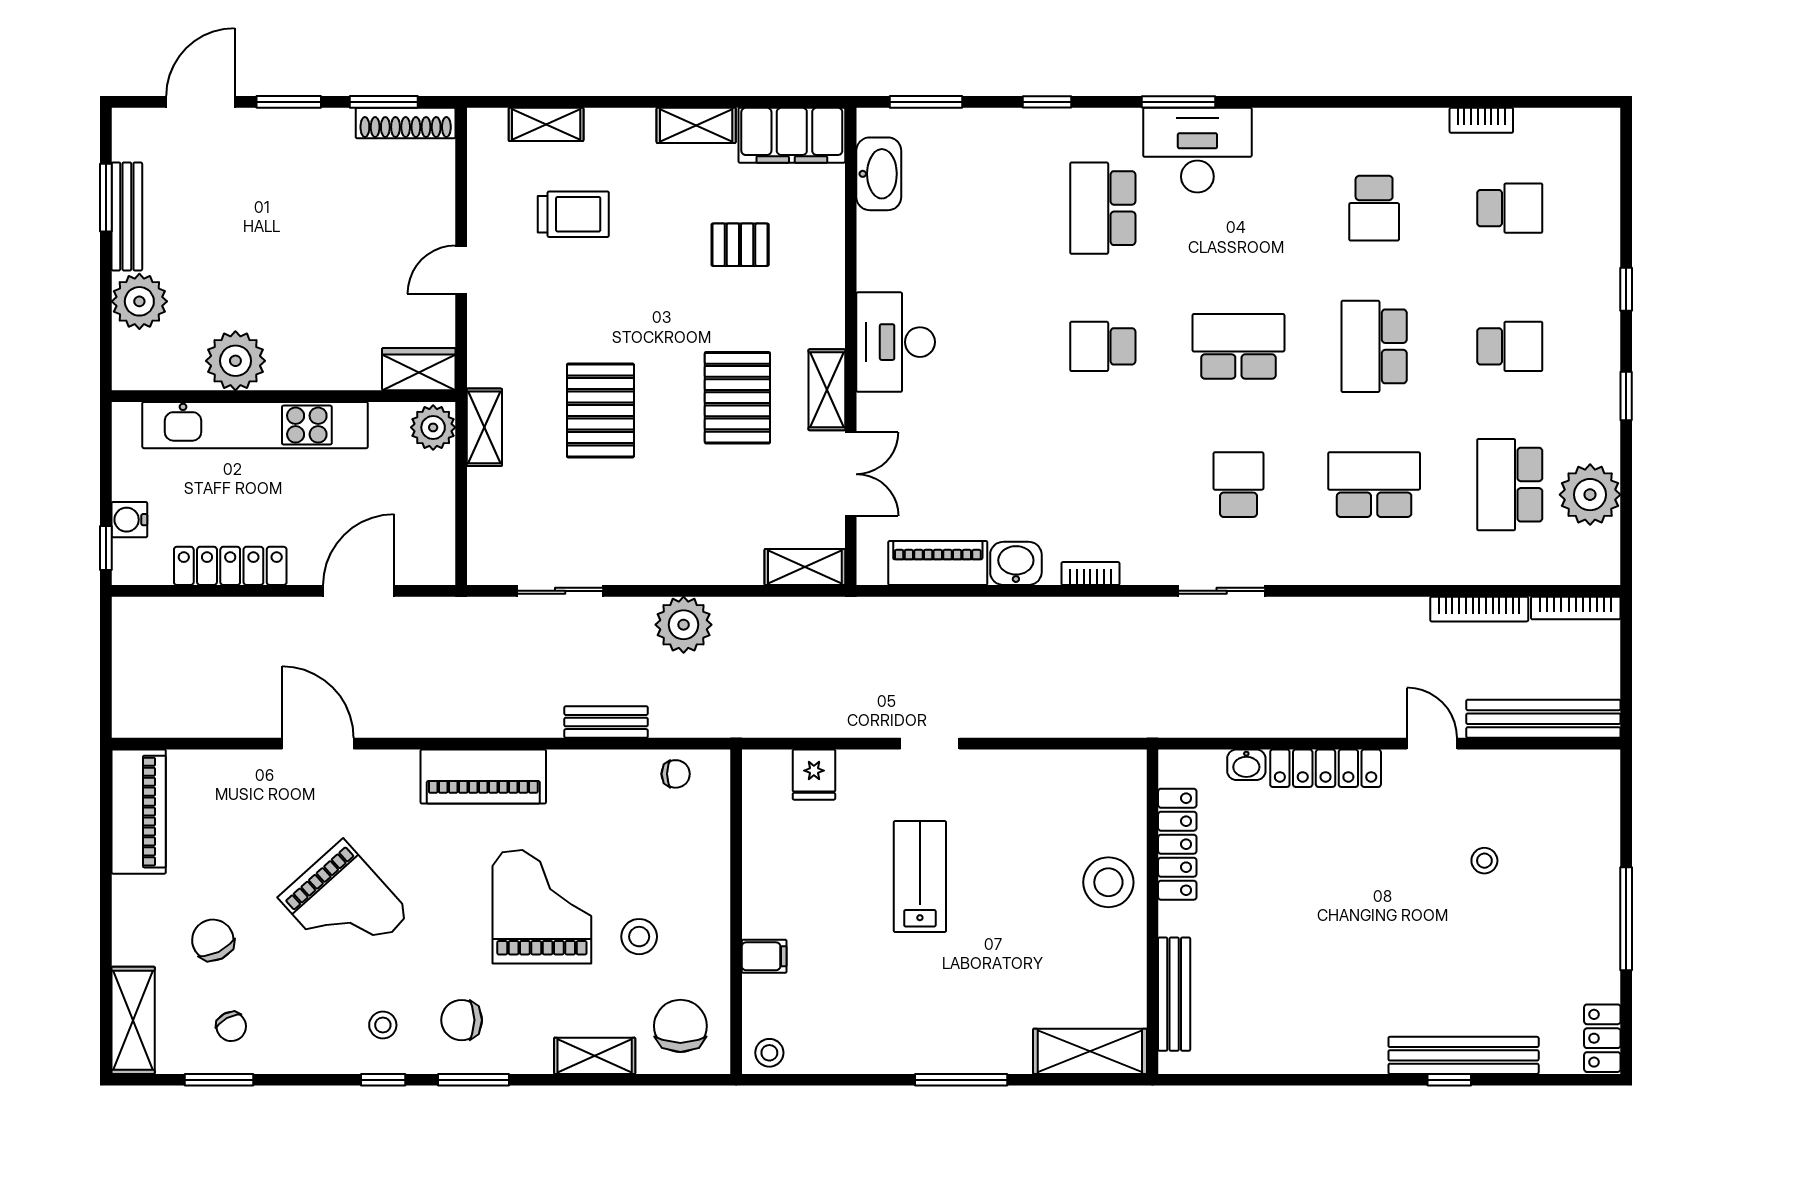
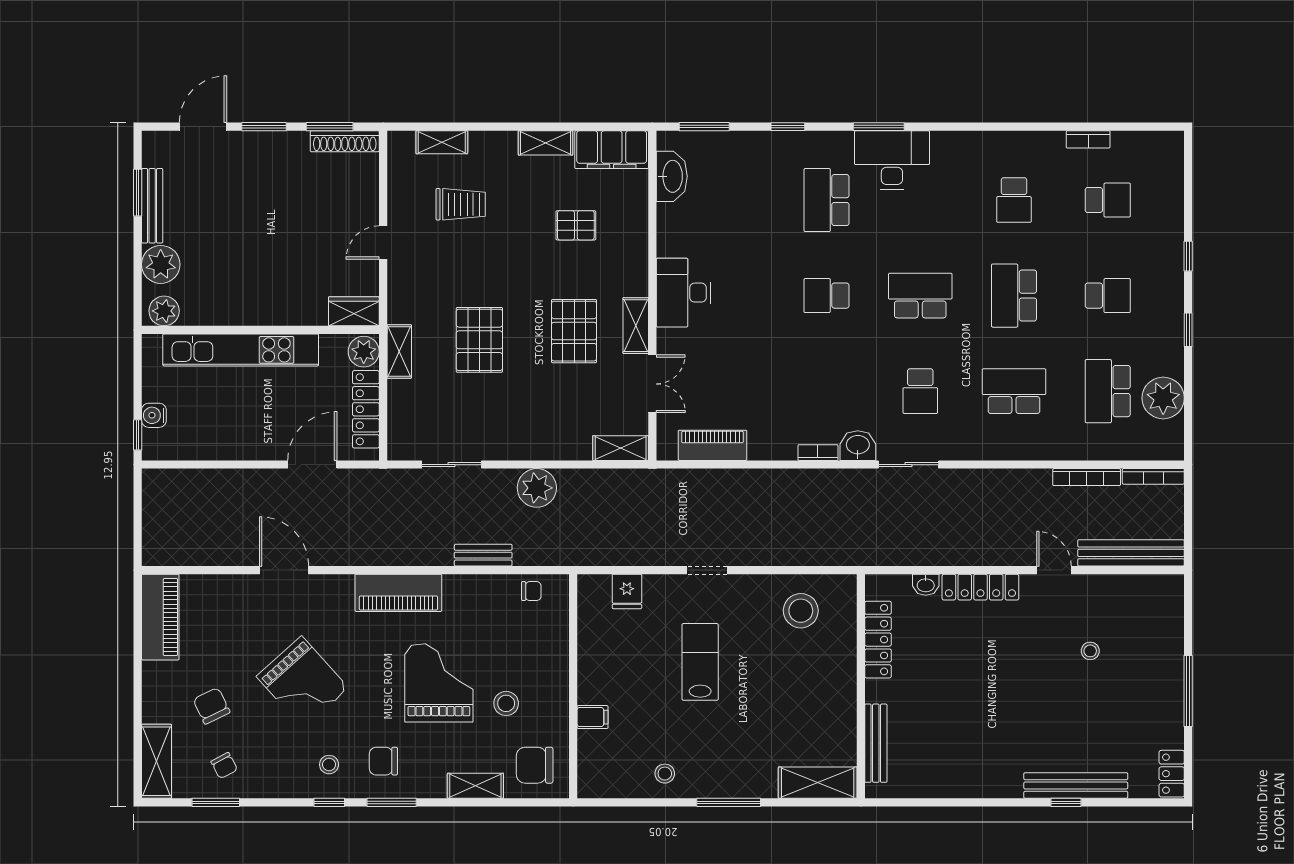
plant: (235, 361) -> (164, 311), moved, width x0.73, depth x0.73
school desk: (1238, 485) -> (920, 391), turned 180
washbasin: (1016, 563) -> (858, 446), moved
locker: (230, 566) -> (366, 409), moved, turned -90
stool: (1108, 882) -> (801, 611), moved
chair: (680, 1026) -> (535, 765), turned -90
stool: (769, 1053) -> (665, 774), moved

